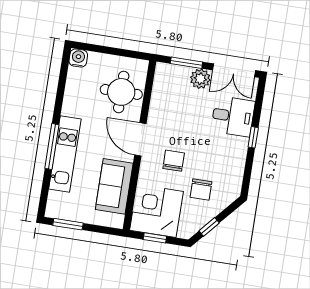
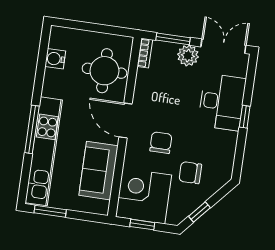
water cooler: (78, 58) -> (55, 59), moved, turned -90
double door: (234, 70) -> (223, 46), swing flipped
bookcase: (160, 76) -> (145, 53), added
desk: (233, 116) -> (222, 102), width x1.37
kitchen unit: (65, 154) -> (44, 151), width x1.36
chair: (201, 189) -> (190, 173), turned 90

